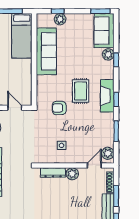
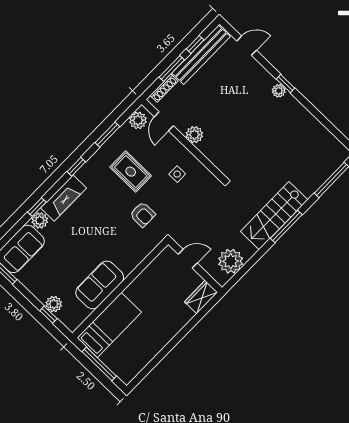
sofa: (46, 51) -> (100, 285), width x0.73
rug: (81, 91) -> (131, 172), moved, turned 90
fireplace: (107, 96) -> (63, 198), moved
door: (15, 108) -> (188, 259), swing flipped
door: (94, 166) -> (164, 121), hinge flipped
dresser: (53, 173) -> (213, 155), removed

